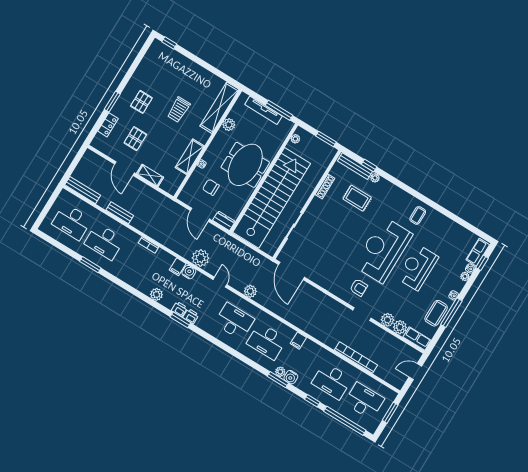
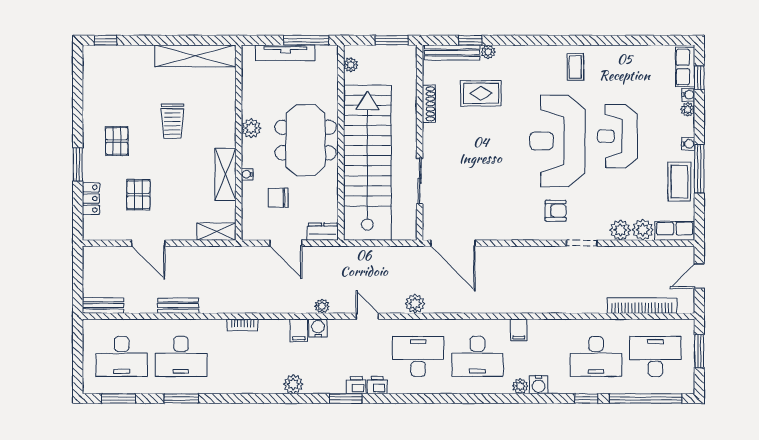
shelving: (219, 108) -> (195, 56), moved, turned 90
plant: (229, 125) -> (251, 128), moved
shelving: (150, 176) -> (216, 232), moved
bench: (83, 190) -> (103, 306), width x0.73
plant: (201, 258) -> (322, 306), width x0.53, depth x0.53
printer: (179, 309) -> (377, 385), moved
bookcase: (356, 358) -> (642, 306), moved
window: (278, 380) -> (119, 398), moved

